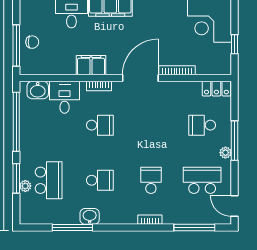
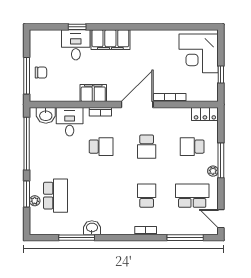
school desk: (100, 180) -> (147, 147), moved, turned 90

